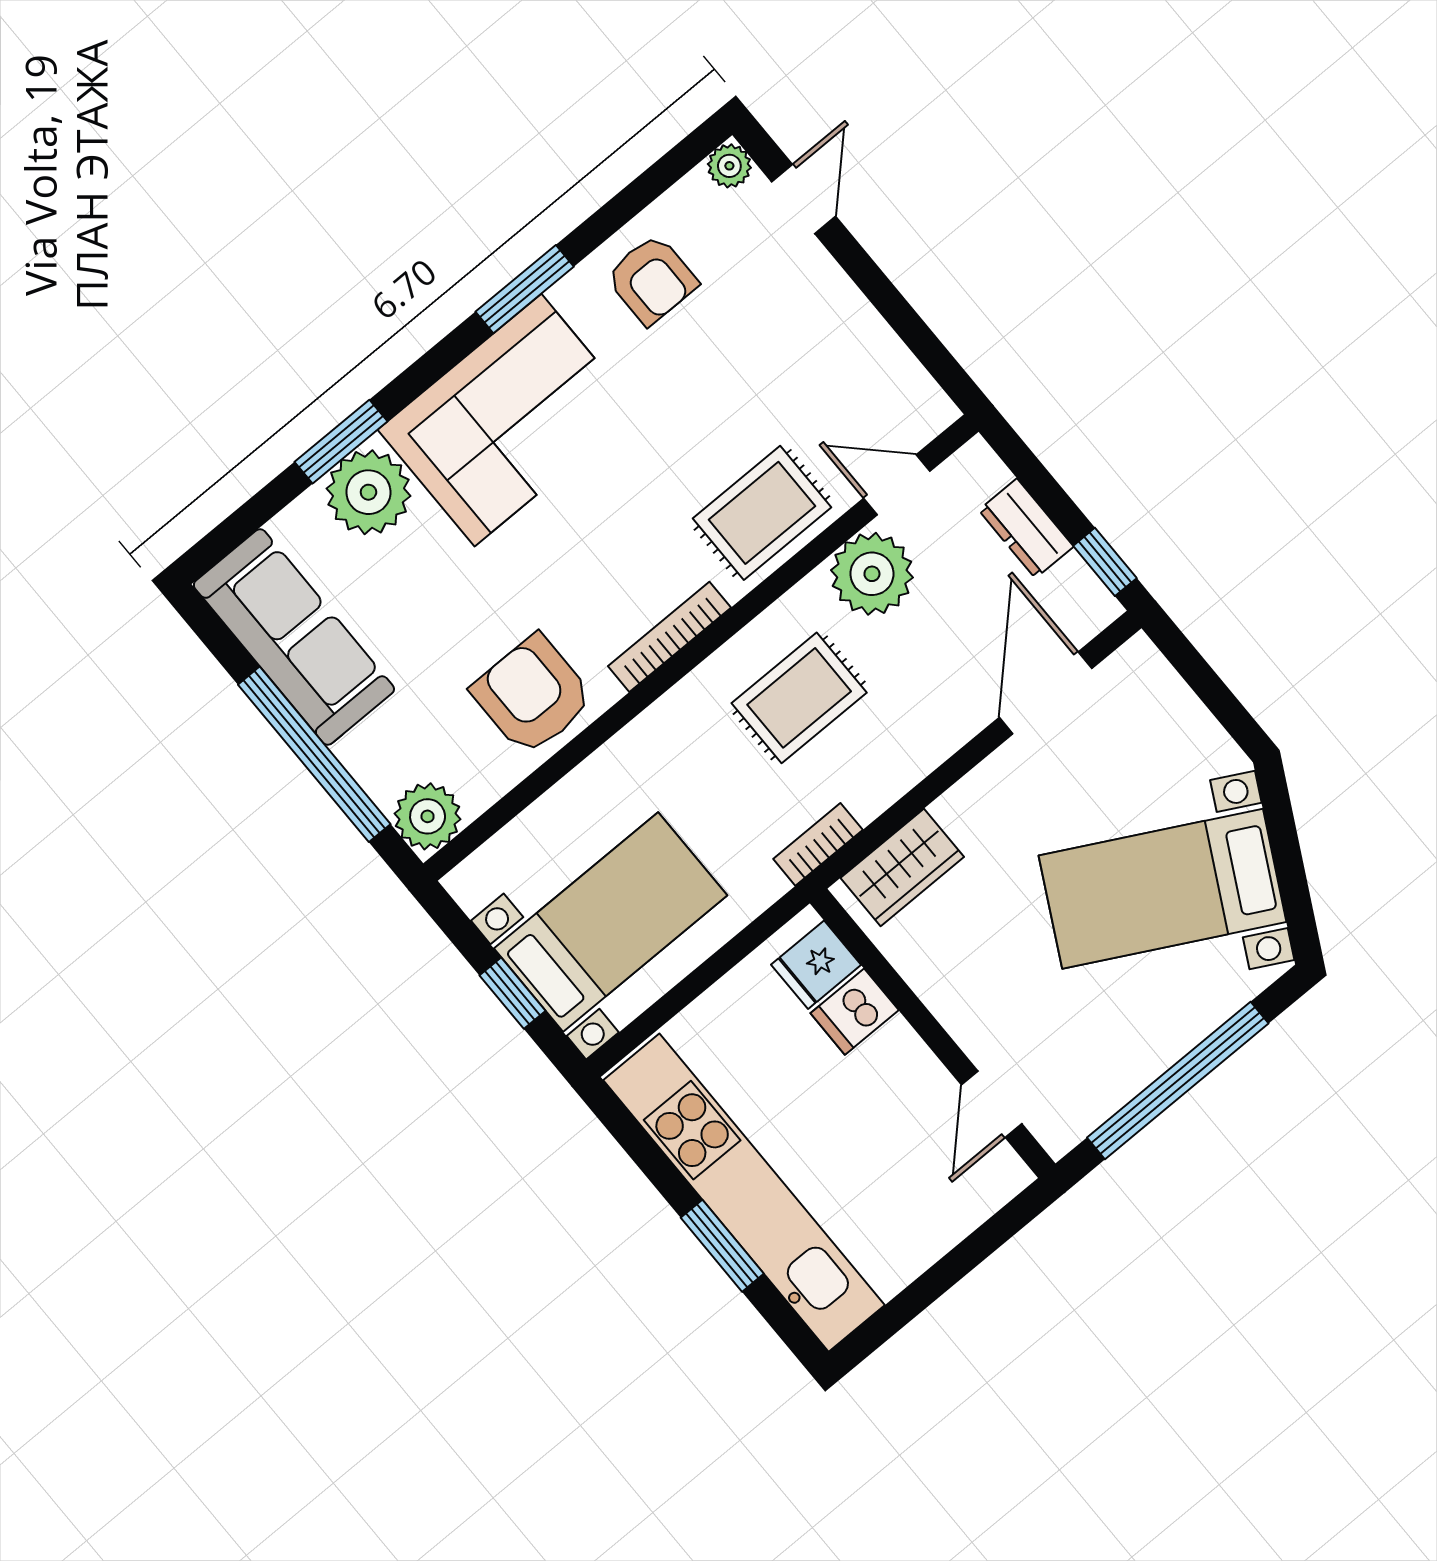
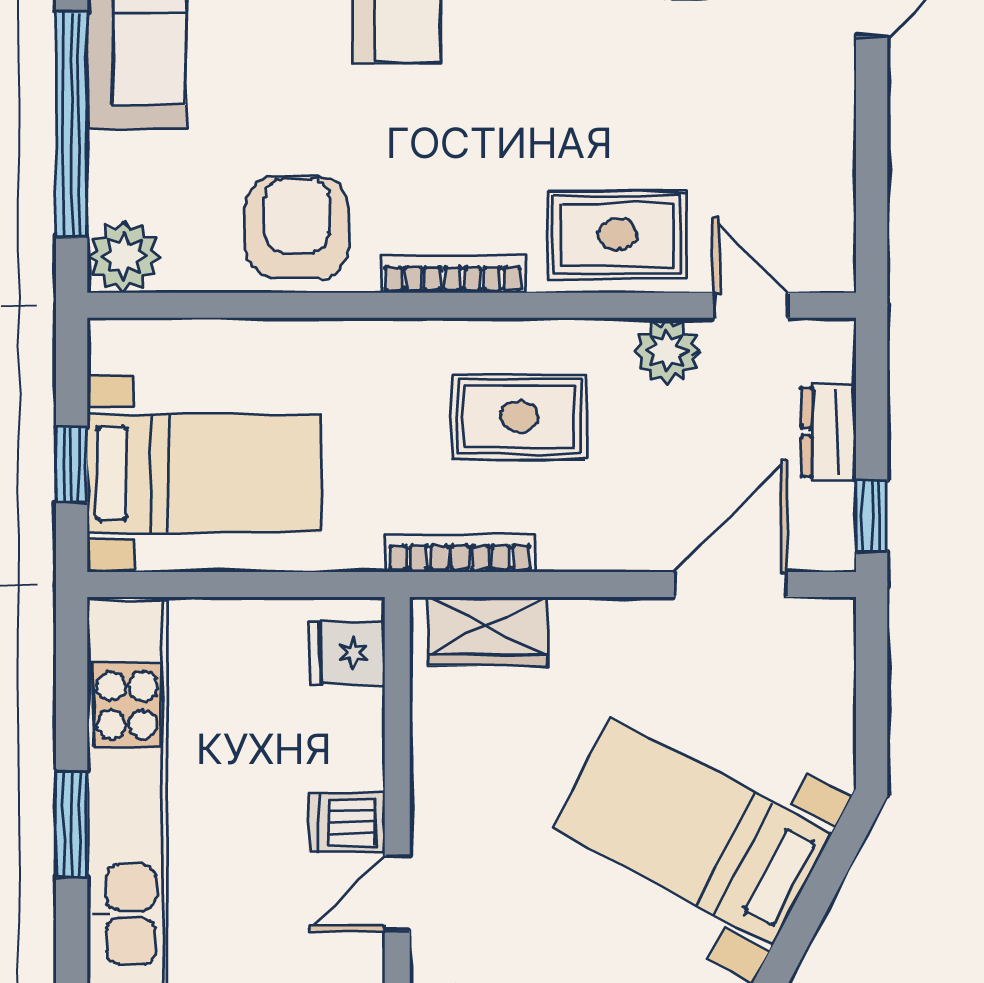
plant: (872, 574) -> (667, 351), width x0.73, depth x0.73
bookcase: (818, 844) -> (460, 553), width x1.56
dishwasher: (855, 1012) -> (347, 823), moved

